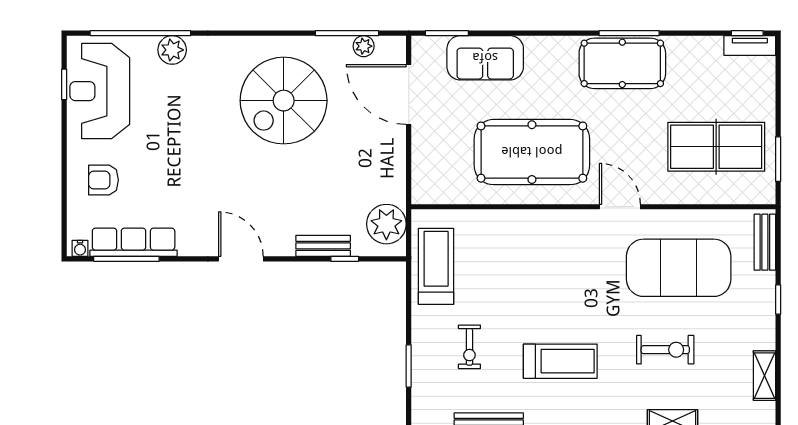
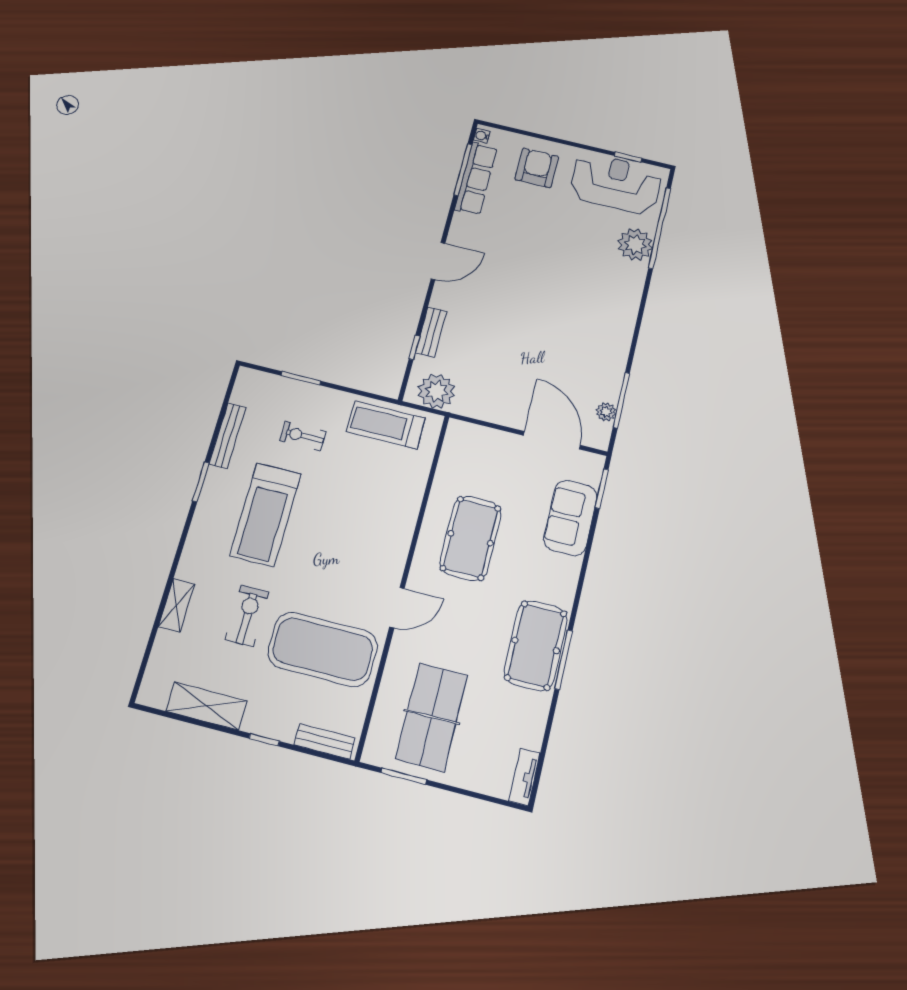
window: (747, 33) -> (537, 778), removed
plant: (172, 50) -> (635, 245), width x1.36, depth x1.36
door: (409, 95) -> (552, 440), hinge flipped
spiral stairs: (284, 101) -> (572, 331), removed
pool table: (532, 152) -> (471, 538), width x0.73, depth x0.76
armchair: (103, 180) -> (537, 168), width x1.38, depth x1.38
treadmill: (436, 266) -> (386, 425), turned 180
exercise mat: (679, 268) -> (323, 649), turned 90
exercise bike: (665, 350) -> (247, 616), turned 180
treadmill: (560, 361) -> (265, 515), width x1.37, depth x1.37
shelving: (764, 376) -> (206, 706), width x1.50, depth x1.33

